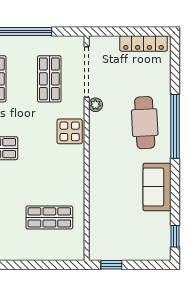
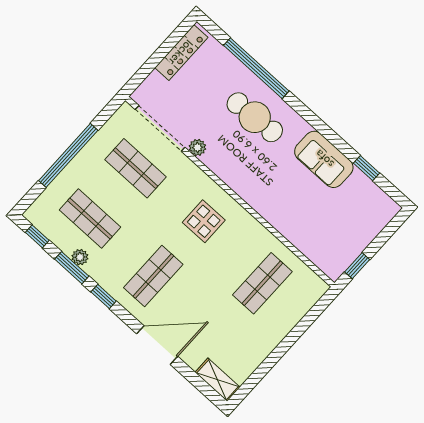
window: (175, 126) -> (256, 68), moved
display table: (70, 131) -> (204, 221), moved
window: (175, 236) -> (366, 168), moved

